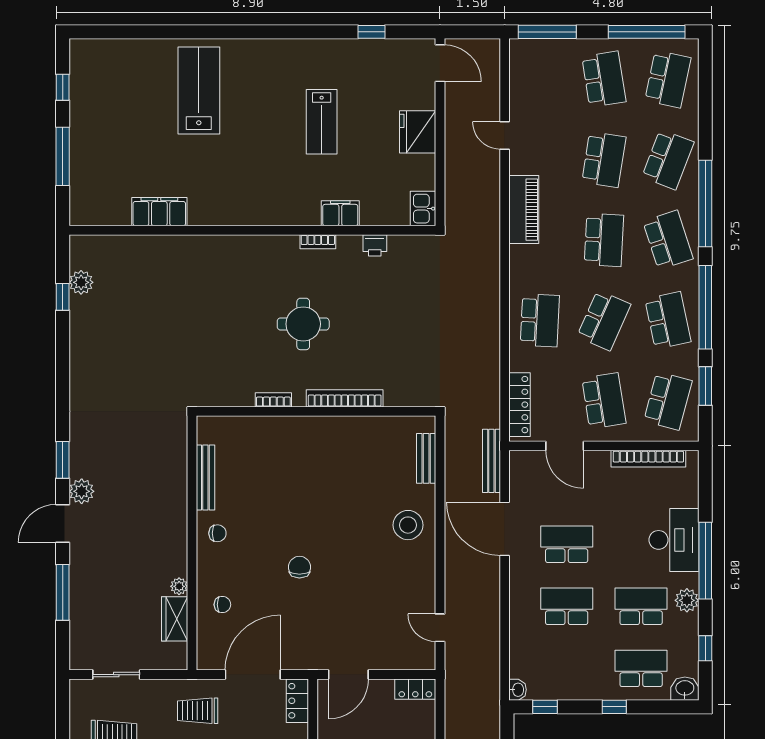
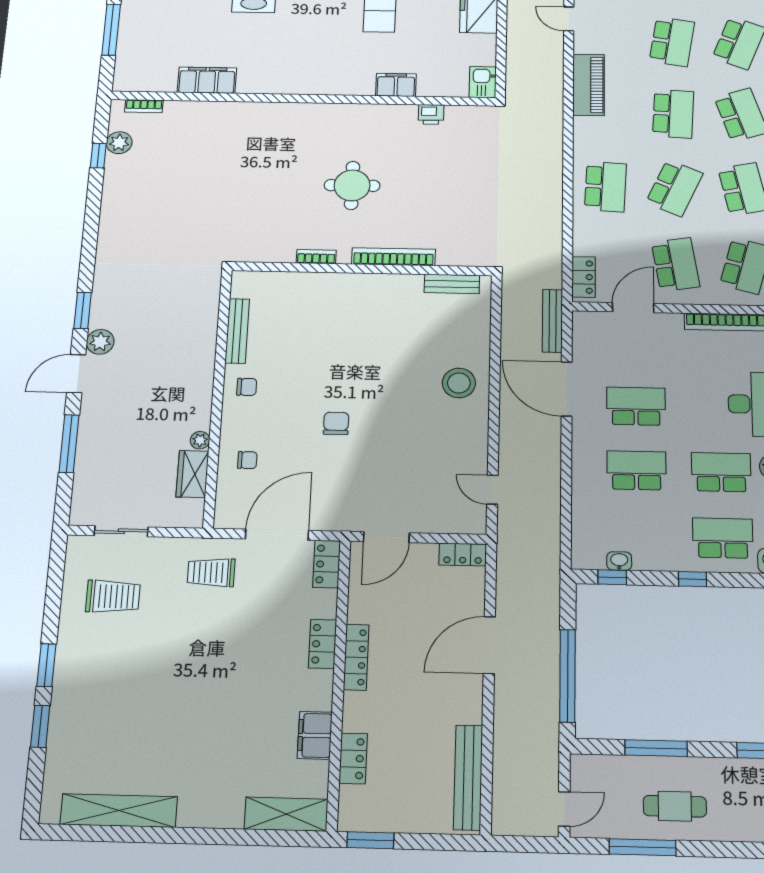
bookcase: (318, 242) -> (144, 106), moved
locker: (520, 405) -> (584, 277), width x0.66
door: (565, 446) -> (633, 308), swing flipped
bench: (426, 458) -> (452, 284), moved, turned 90
washbasin: (518, 690) -> (619, 561), moved, turned -90

